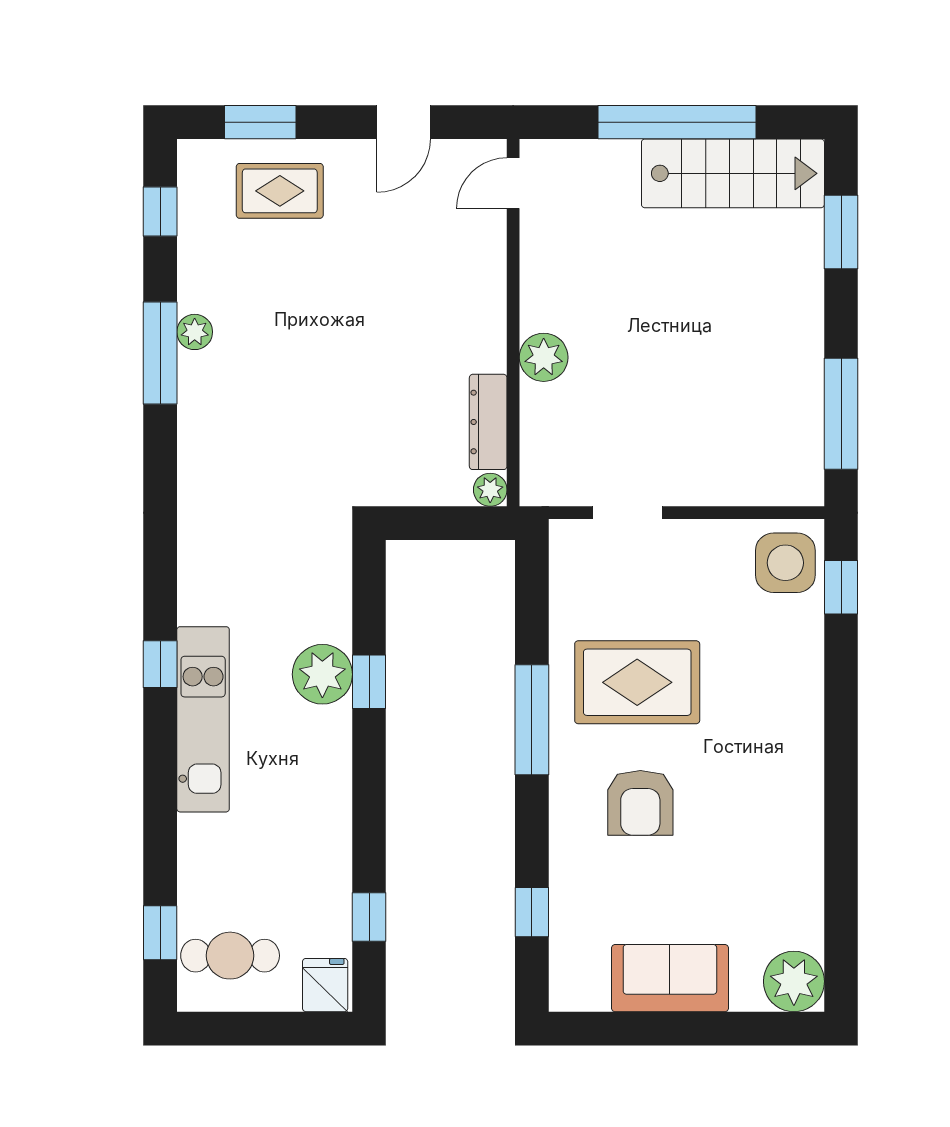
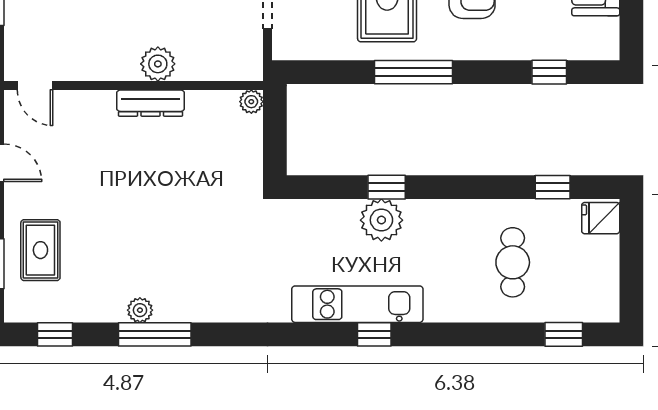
dresser: (488, 422) -> (151, 103), moved
kitchen unit: (203, 719) -> (357, 304), moved
cafe table: (230, 956) -> (513, 262), moved

